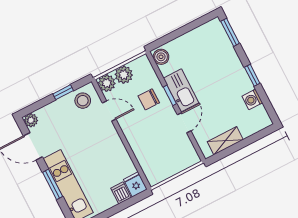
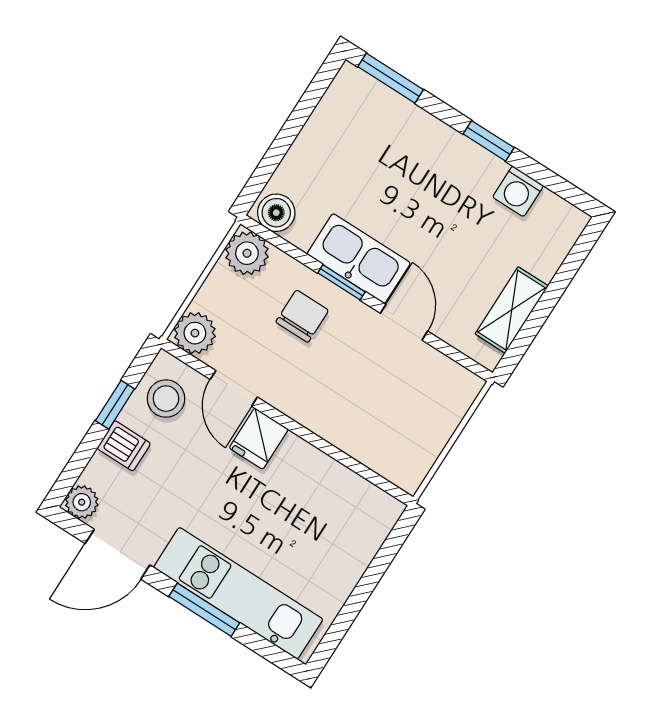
plant: (124, 75) -> (247, 253), moved
chair: (149, 99) -> (302, 316), turned 180
door: (109, 111) -> (234, 388), swing flipped
fridge: (135, 184) -> (259, 439), moved, turned -90
dishwasher: (121, 193) -> (124, 446), moved, turned 180

